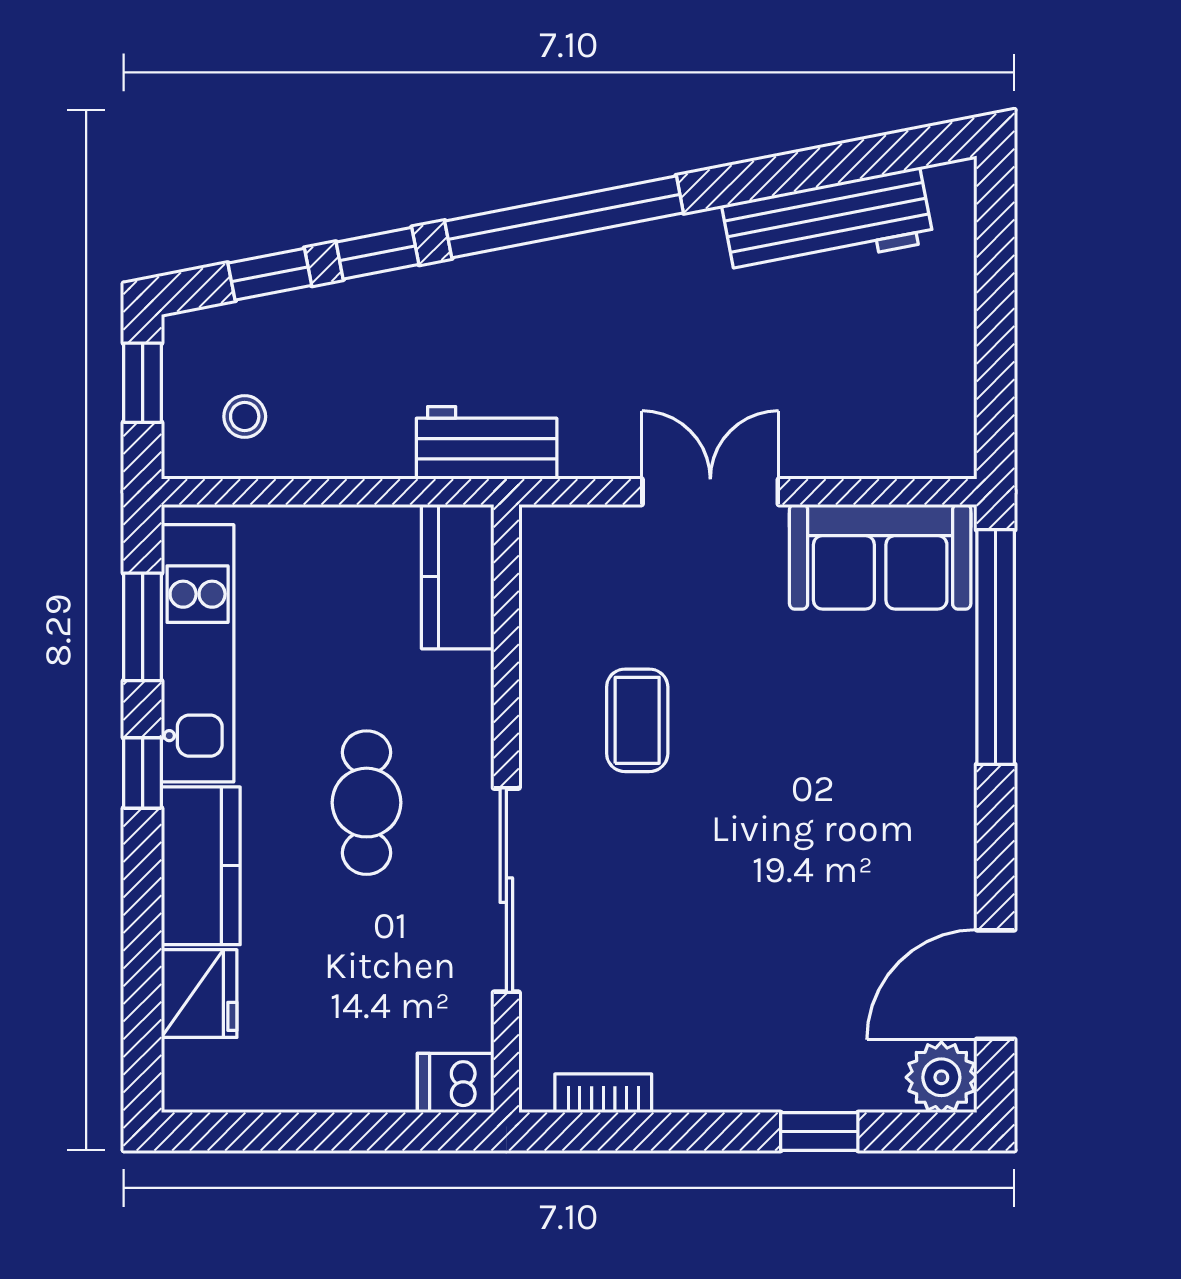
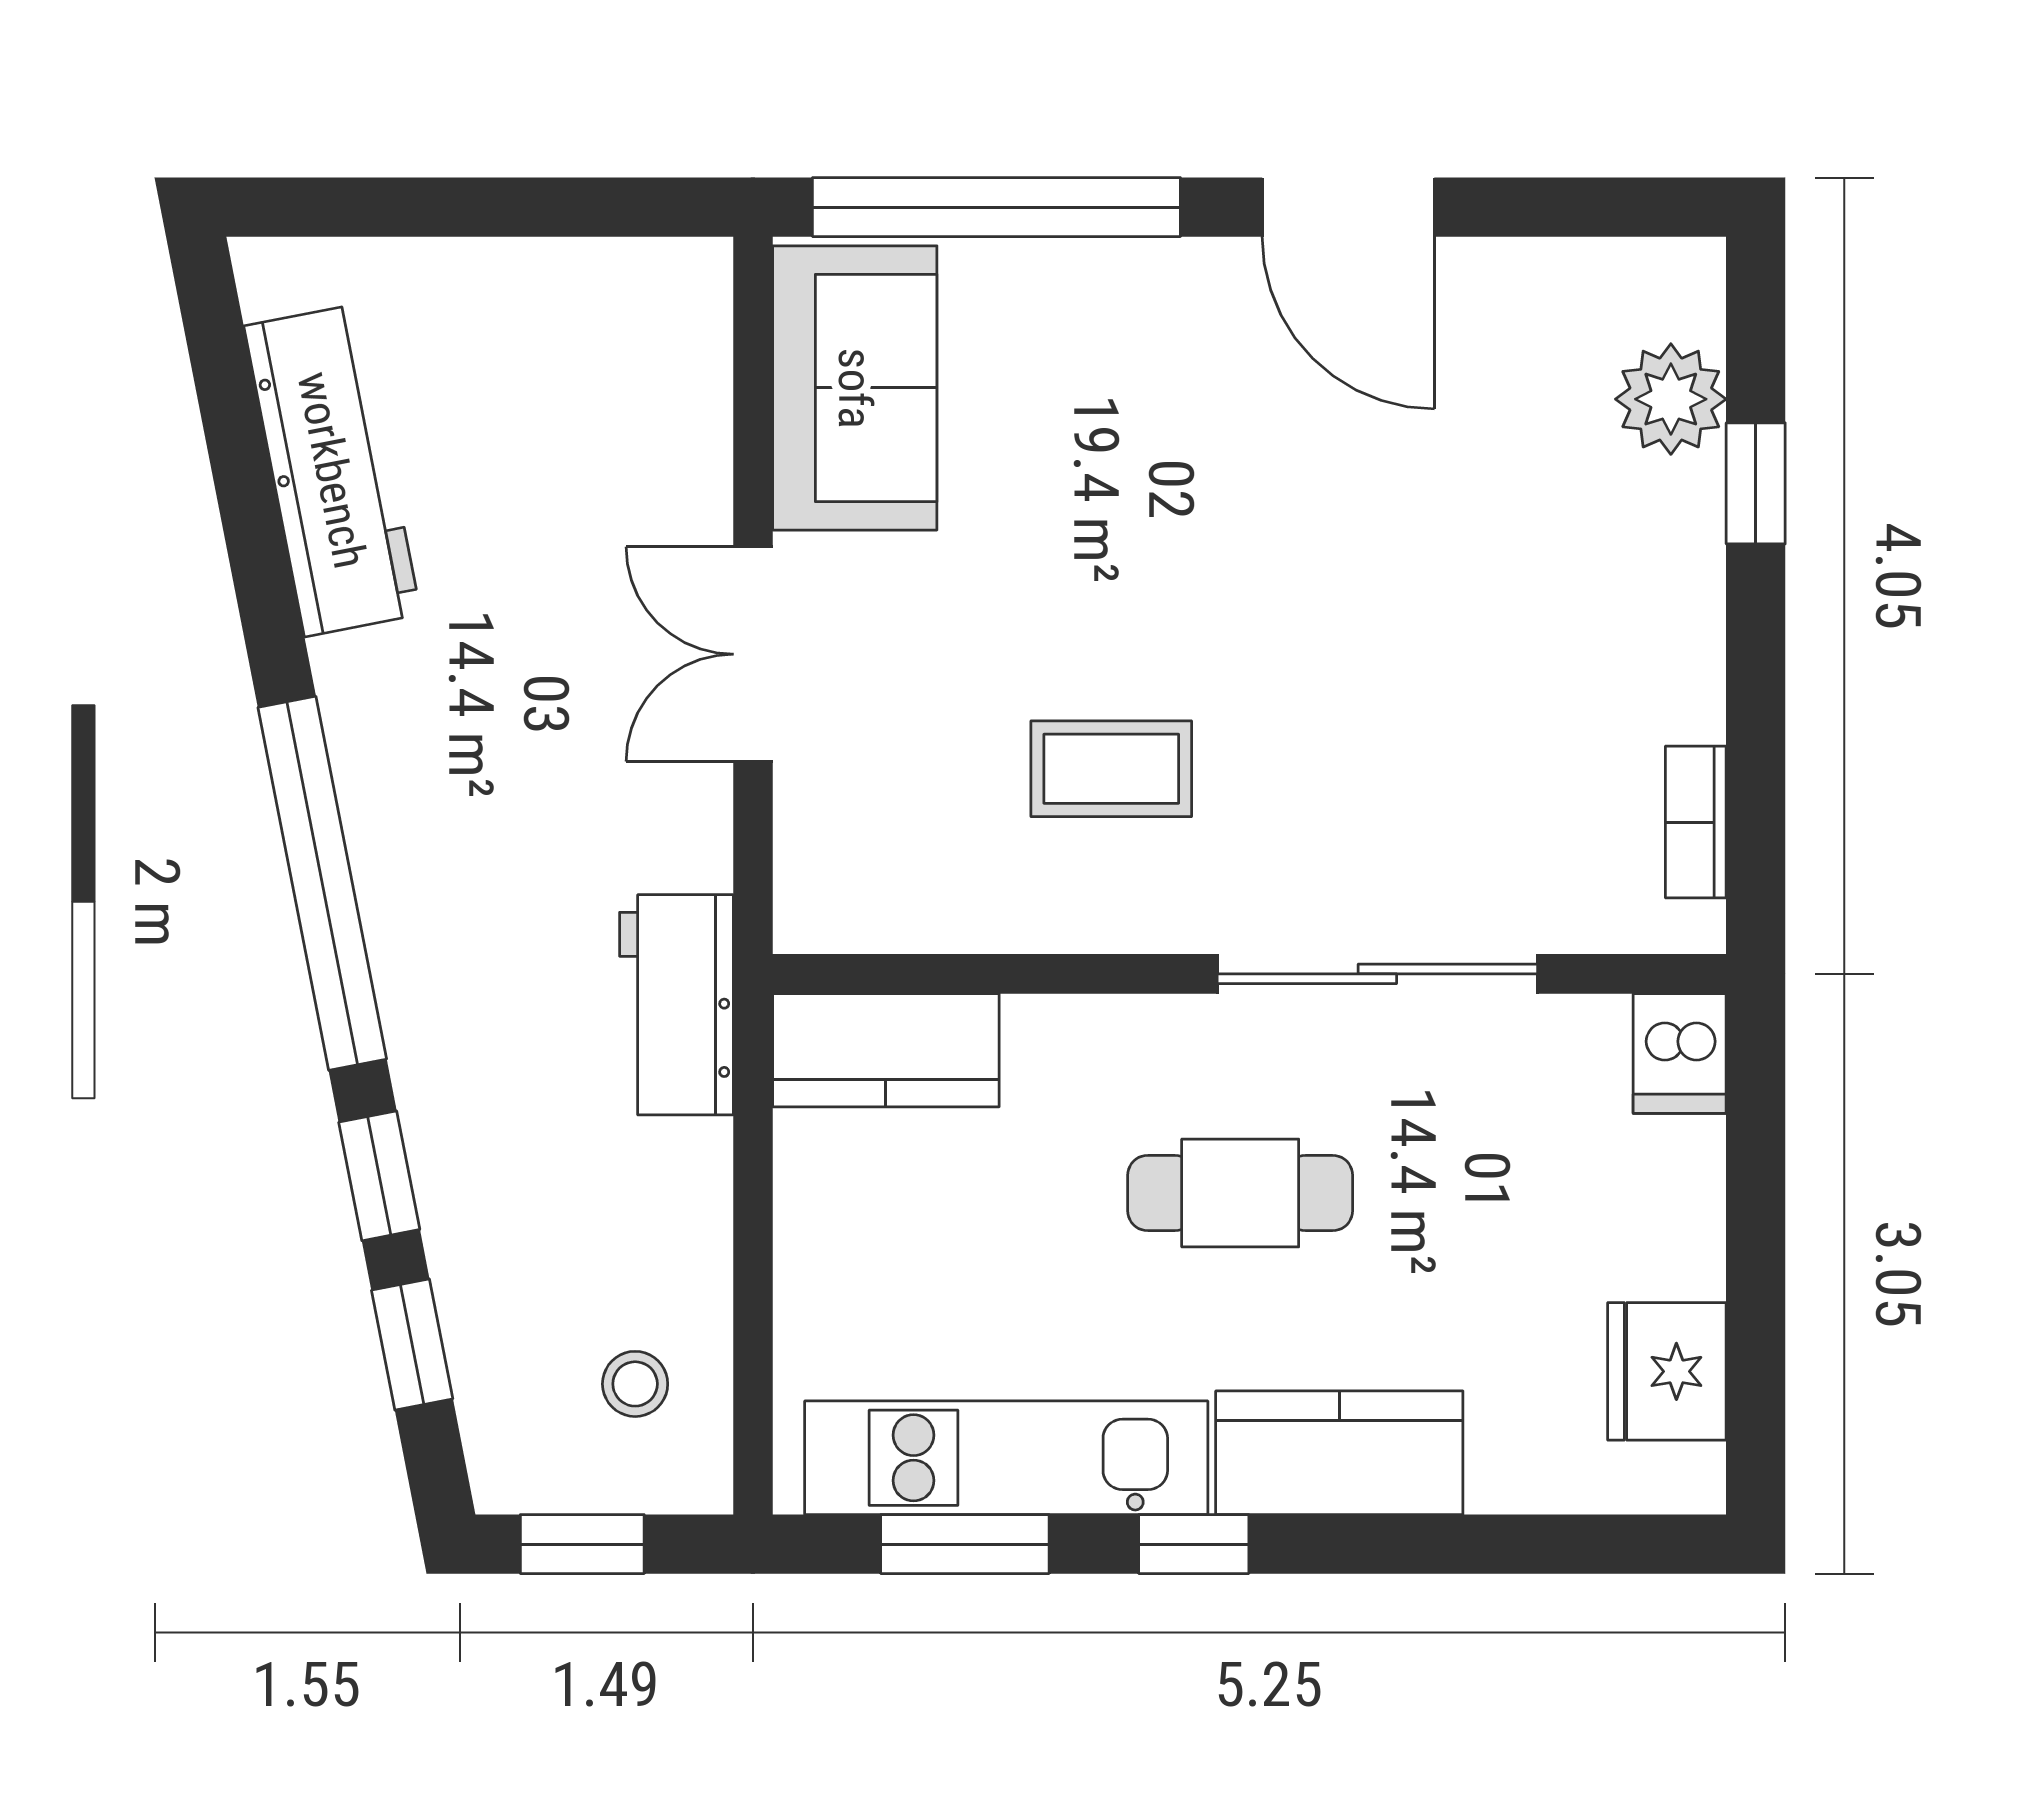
door: (996, 985) -> (1348, 207), moved
fridge: (199, 994) -> (1667, 1371), moved, turned -90
plant: (941, 1077) -> (1671, 399), moved

